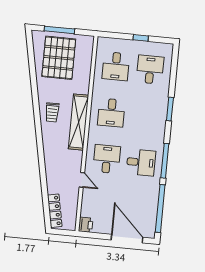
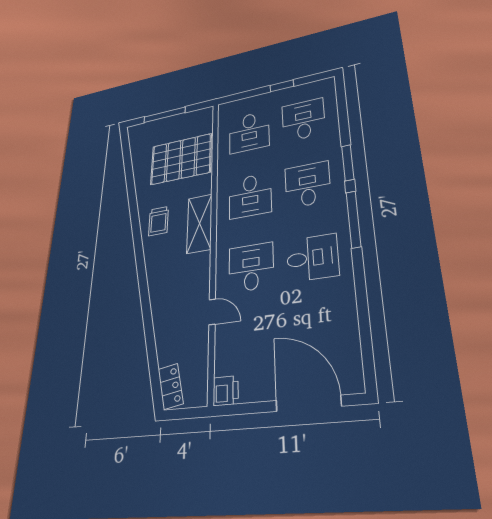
pallet: (59, 58) -> (181, 159), moved, turned 90
desk: (145, 116) -> (308, 185), added
shelving: (79, 122) -> (200, 223), width x0.68
window: (165, 161) -> (354, 219), moved
window: (160, 208) -> (365, 331), removed
locker: (55, 211) -> (171, 386), width x0.66

